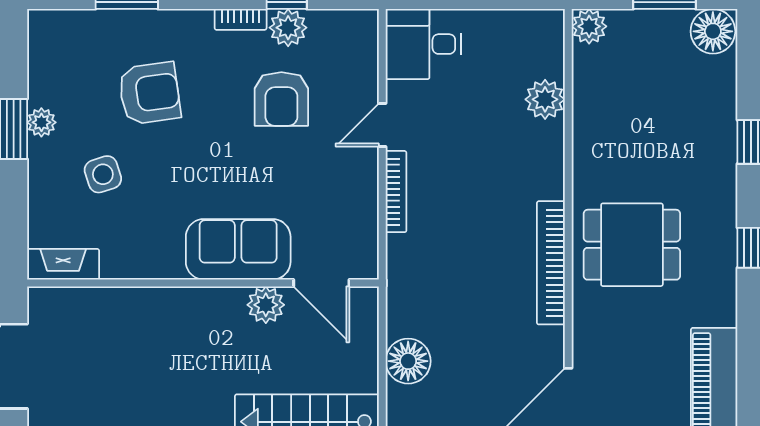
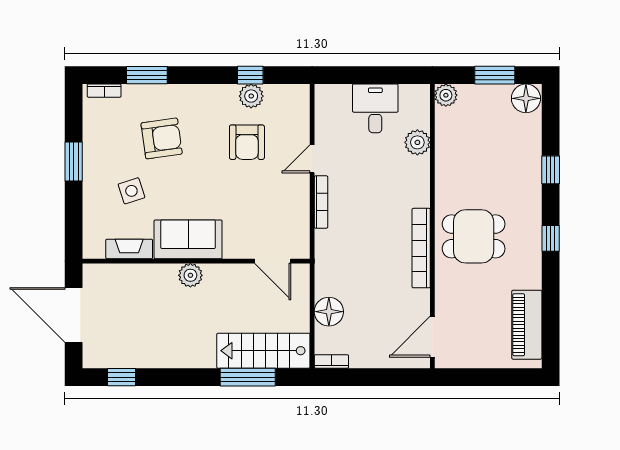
bookcase: (241, 19) -> (104, 91), moved
desk: (423, 44) -> (375, 108), moved, turned 90
plant: (41, 122) -> (92, 157), removed
sofa: (238, 249) -> (188, 239), moved
fireplace: (63, 264) -> (129, 249), moved
plant: (266, 305) -> (190, 275), moved

